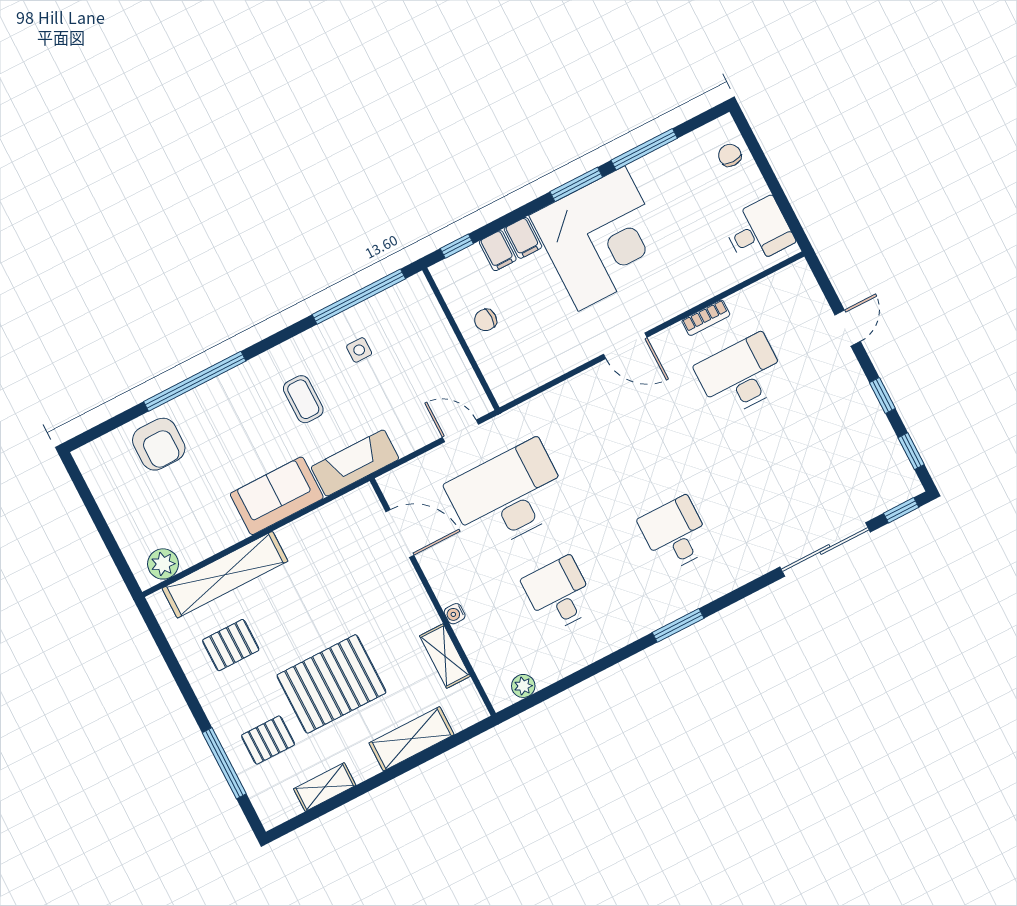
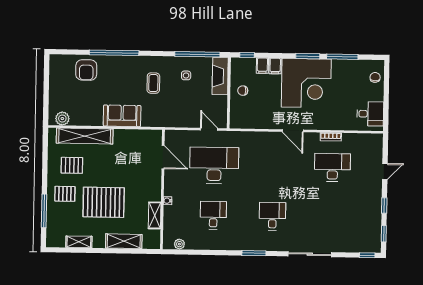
fireplace: (355, 463) -> (220, 76), moved, turned -90
sliding door: (825, 550) -> (310, 254), moved
pallet: (268, 740) -> (65, 194), moved

